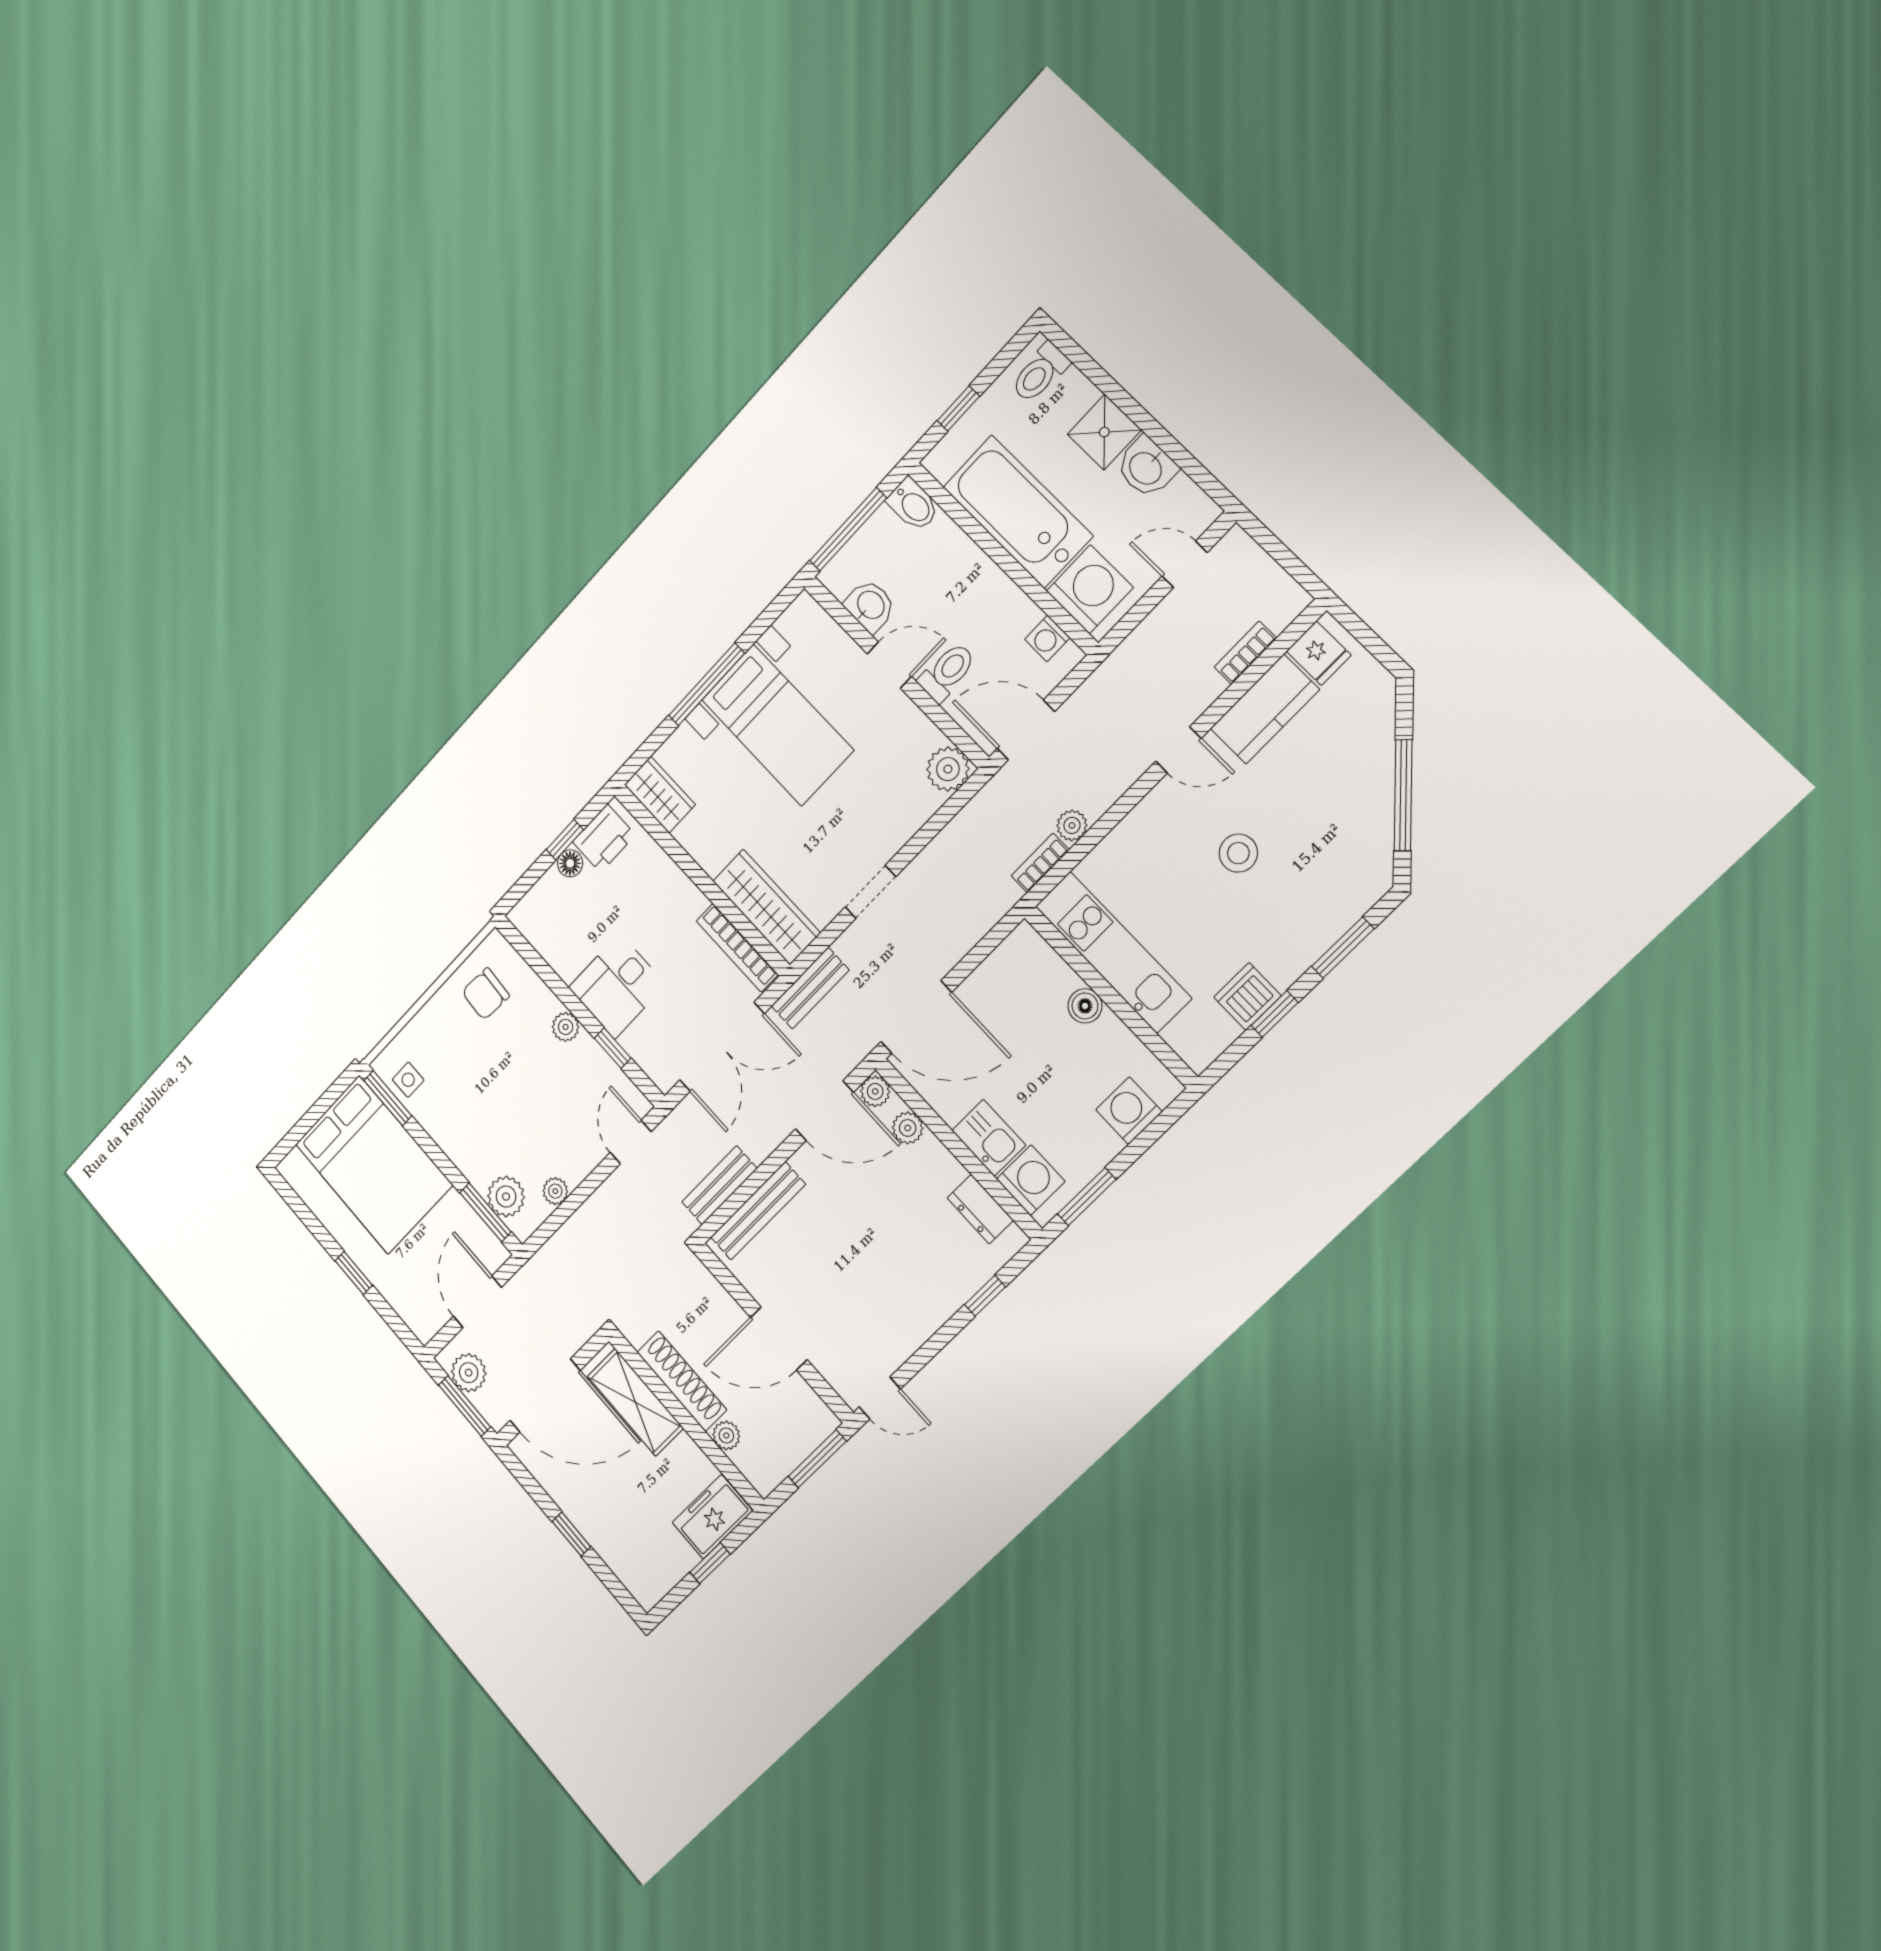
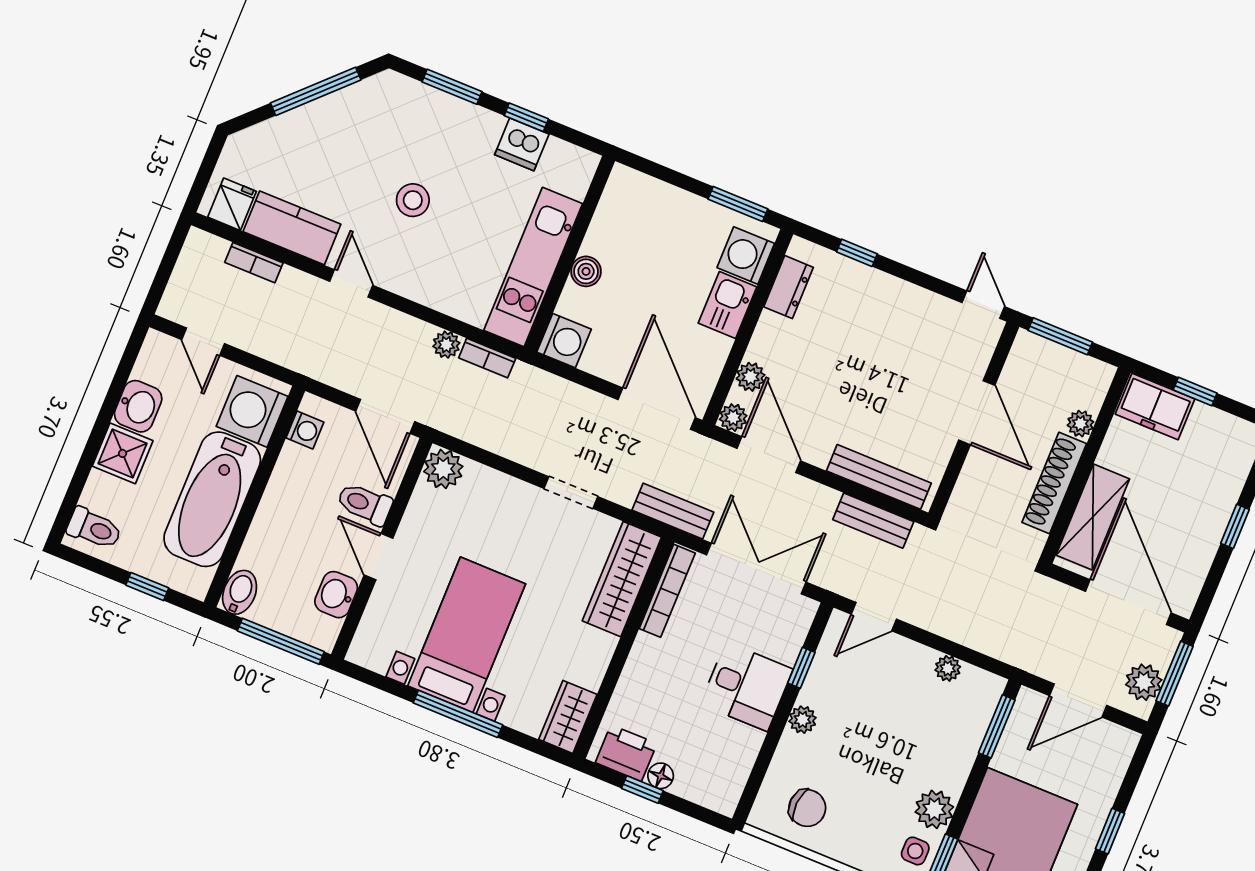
washing machine: (1129, 1111) -> (564, 341), moved, turned -90
plant: (506, 1197) -> (934, 809), moved

